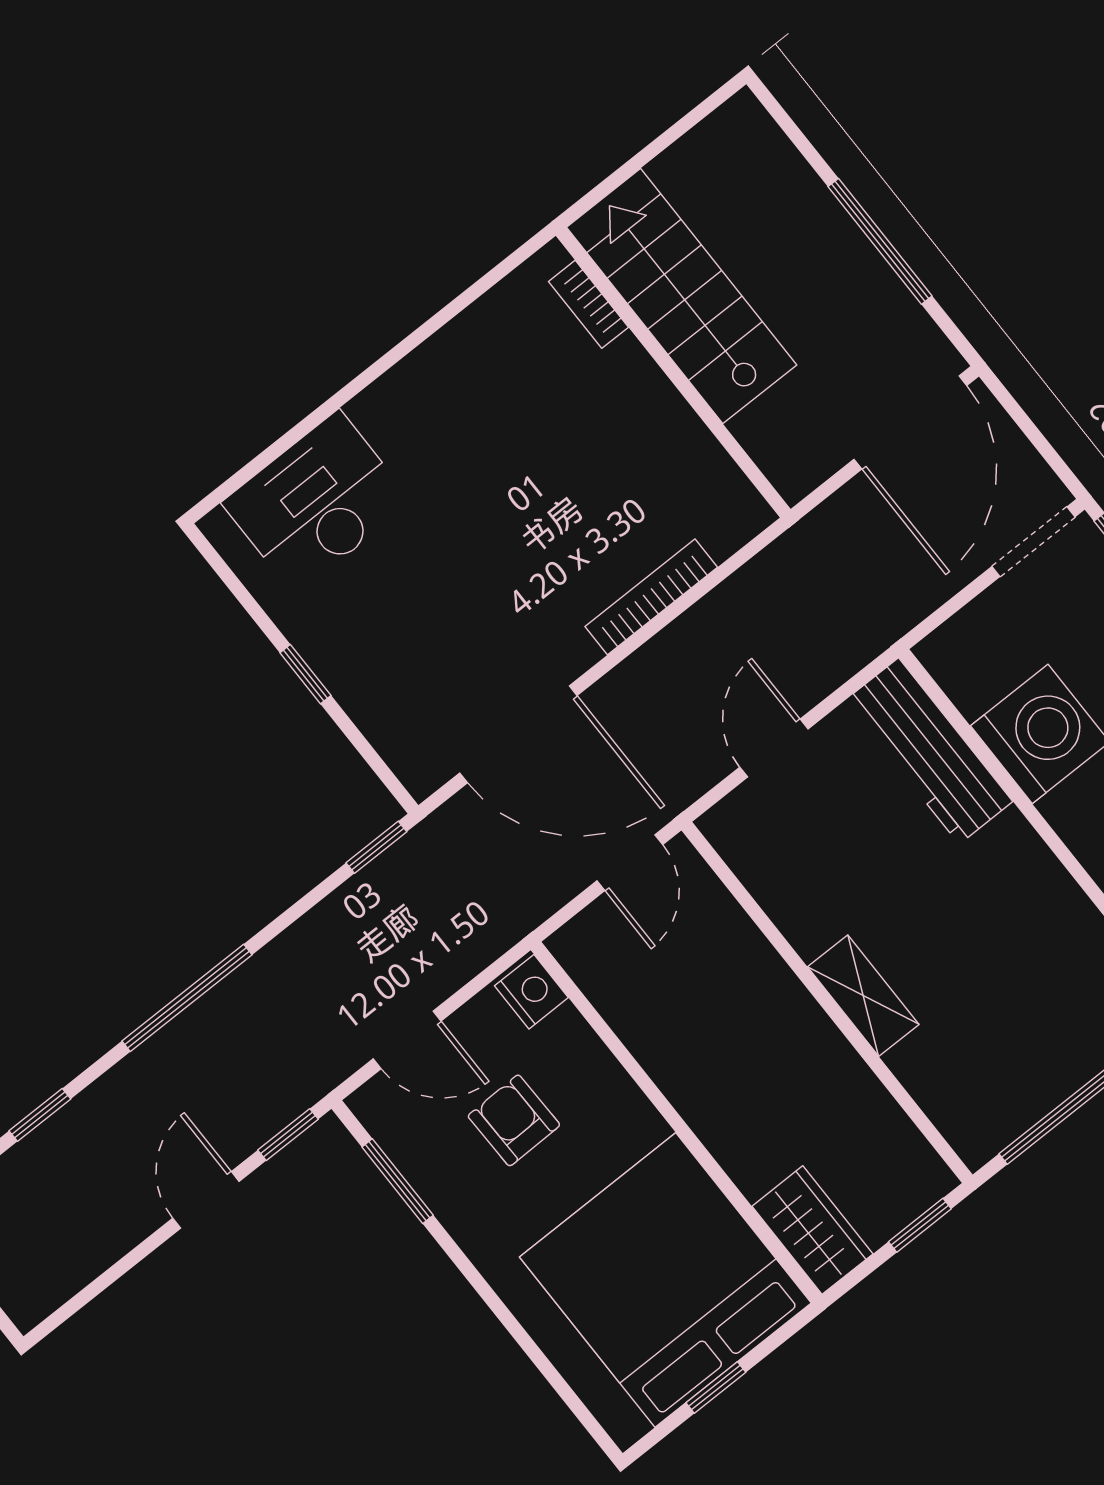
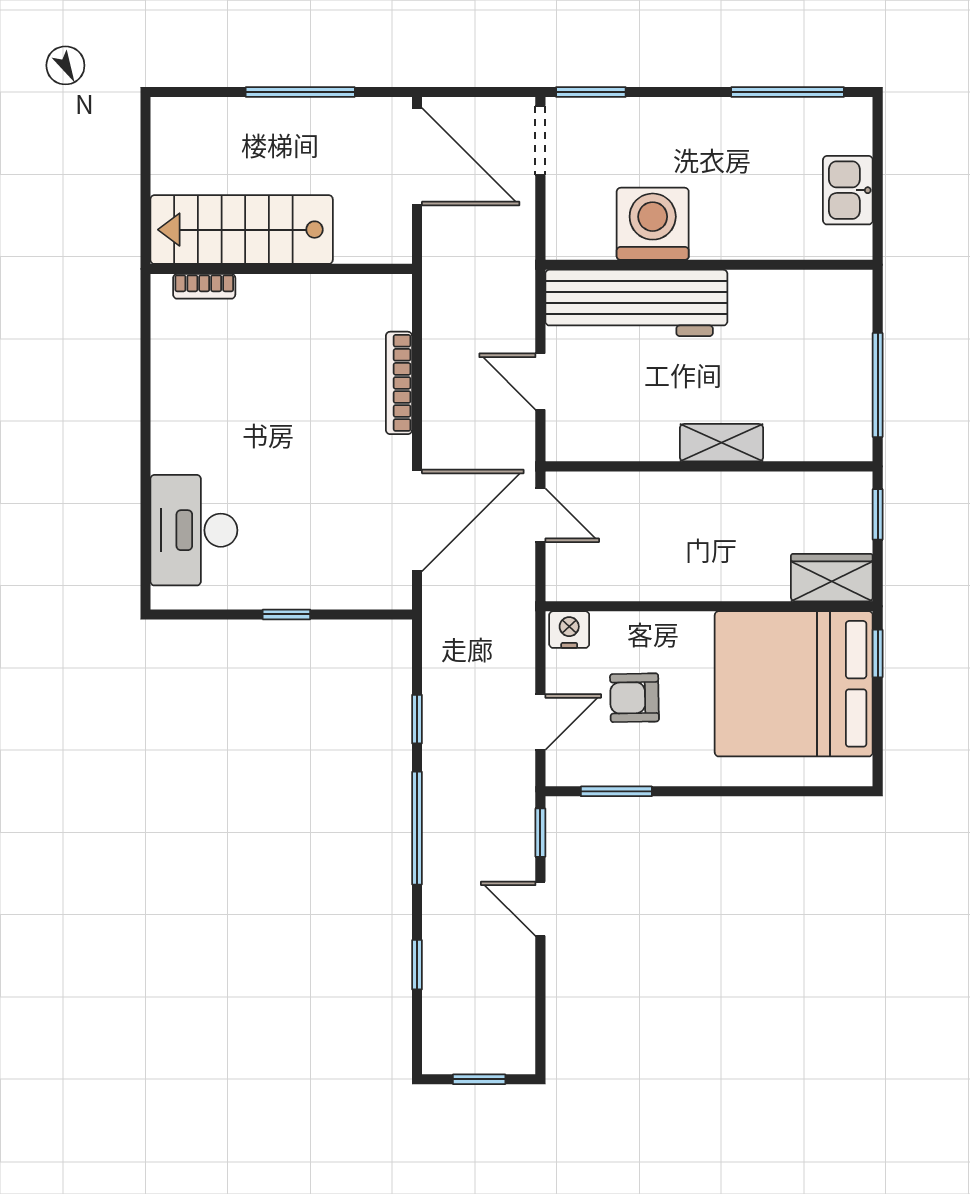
workbench: (929, 751) -> (636, 303), width x1.36, depth x1.32
window: (376, 847) -> (417, 719), moved
window: (716, 1387) -> (878, 654), moved

